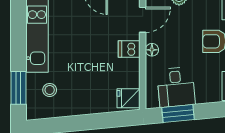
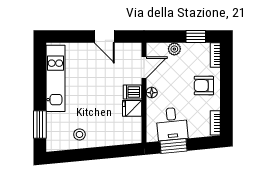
stool: (50, 90) -> (79, 134), moved
fridge: (129, 98) -> (132, 108), moved

